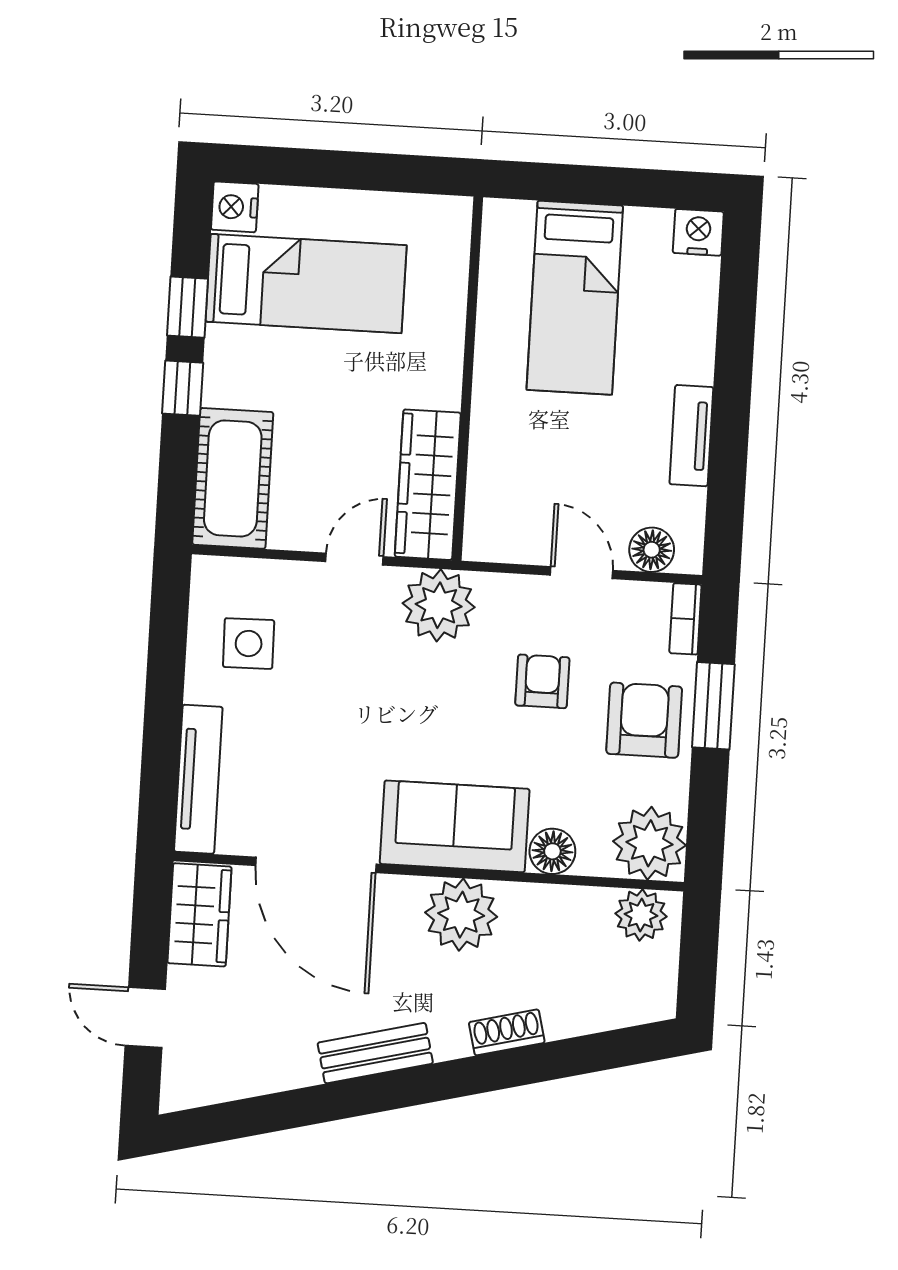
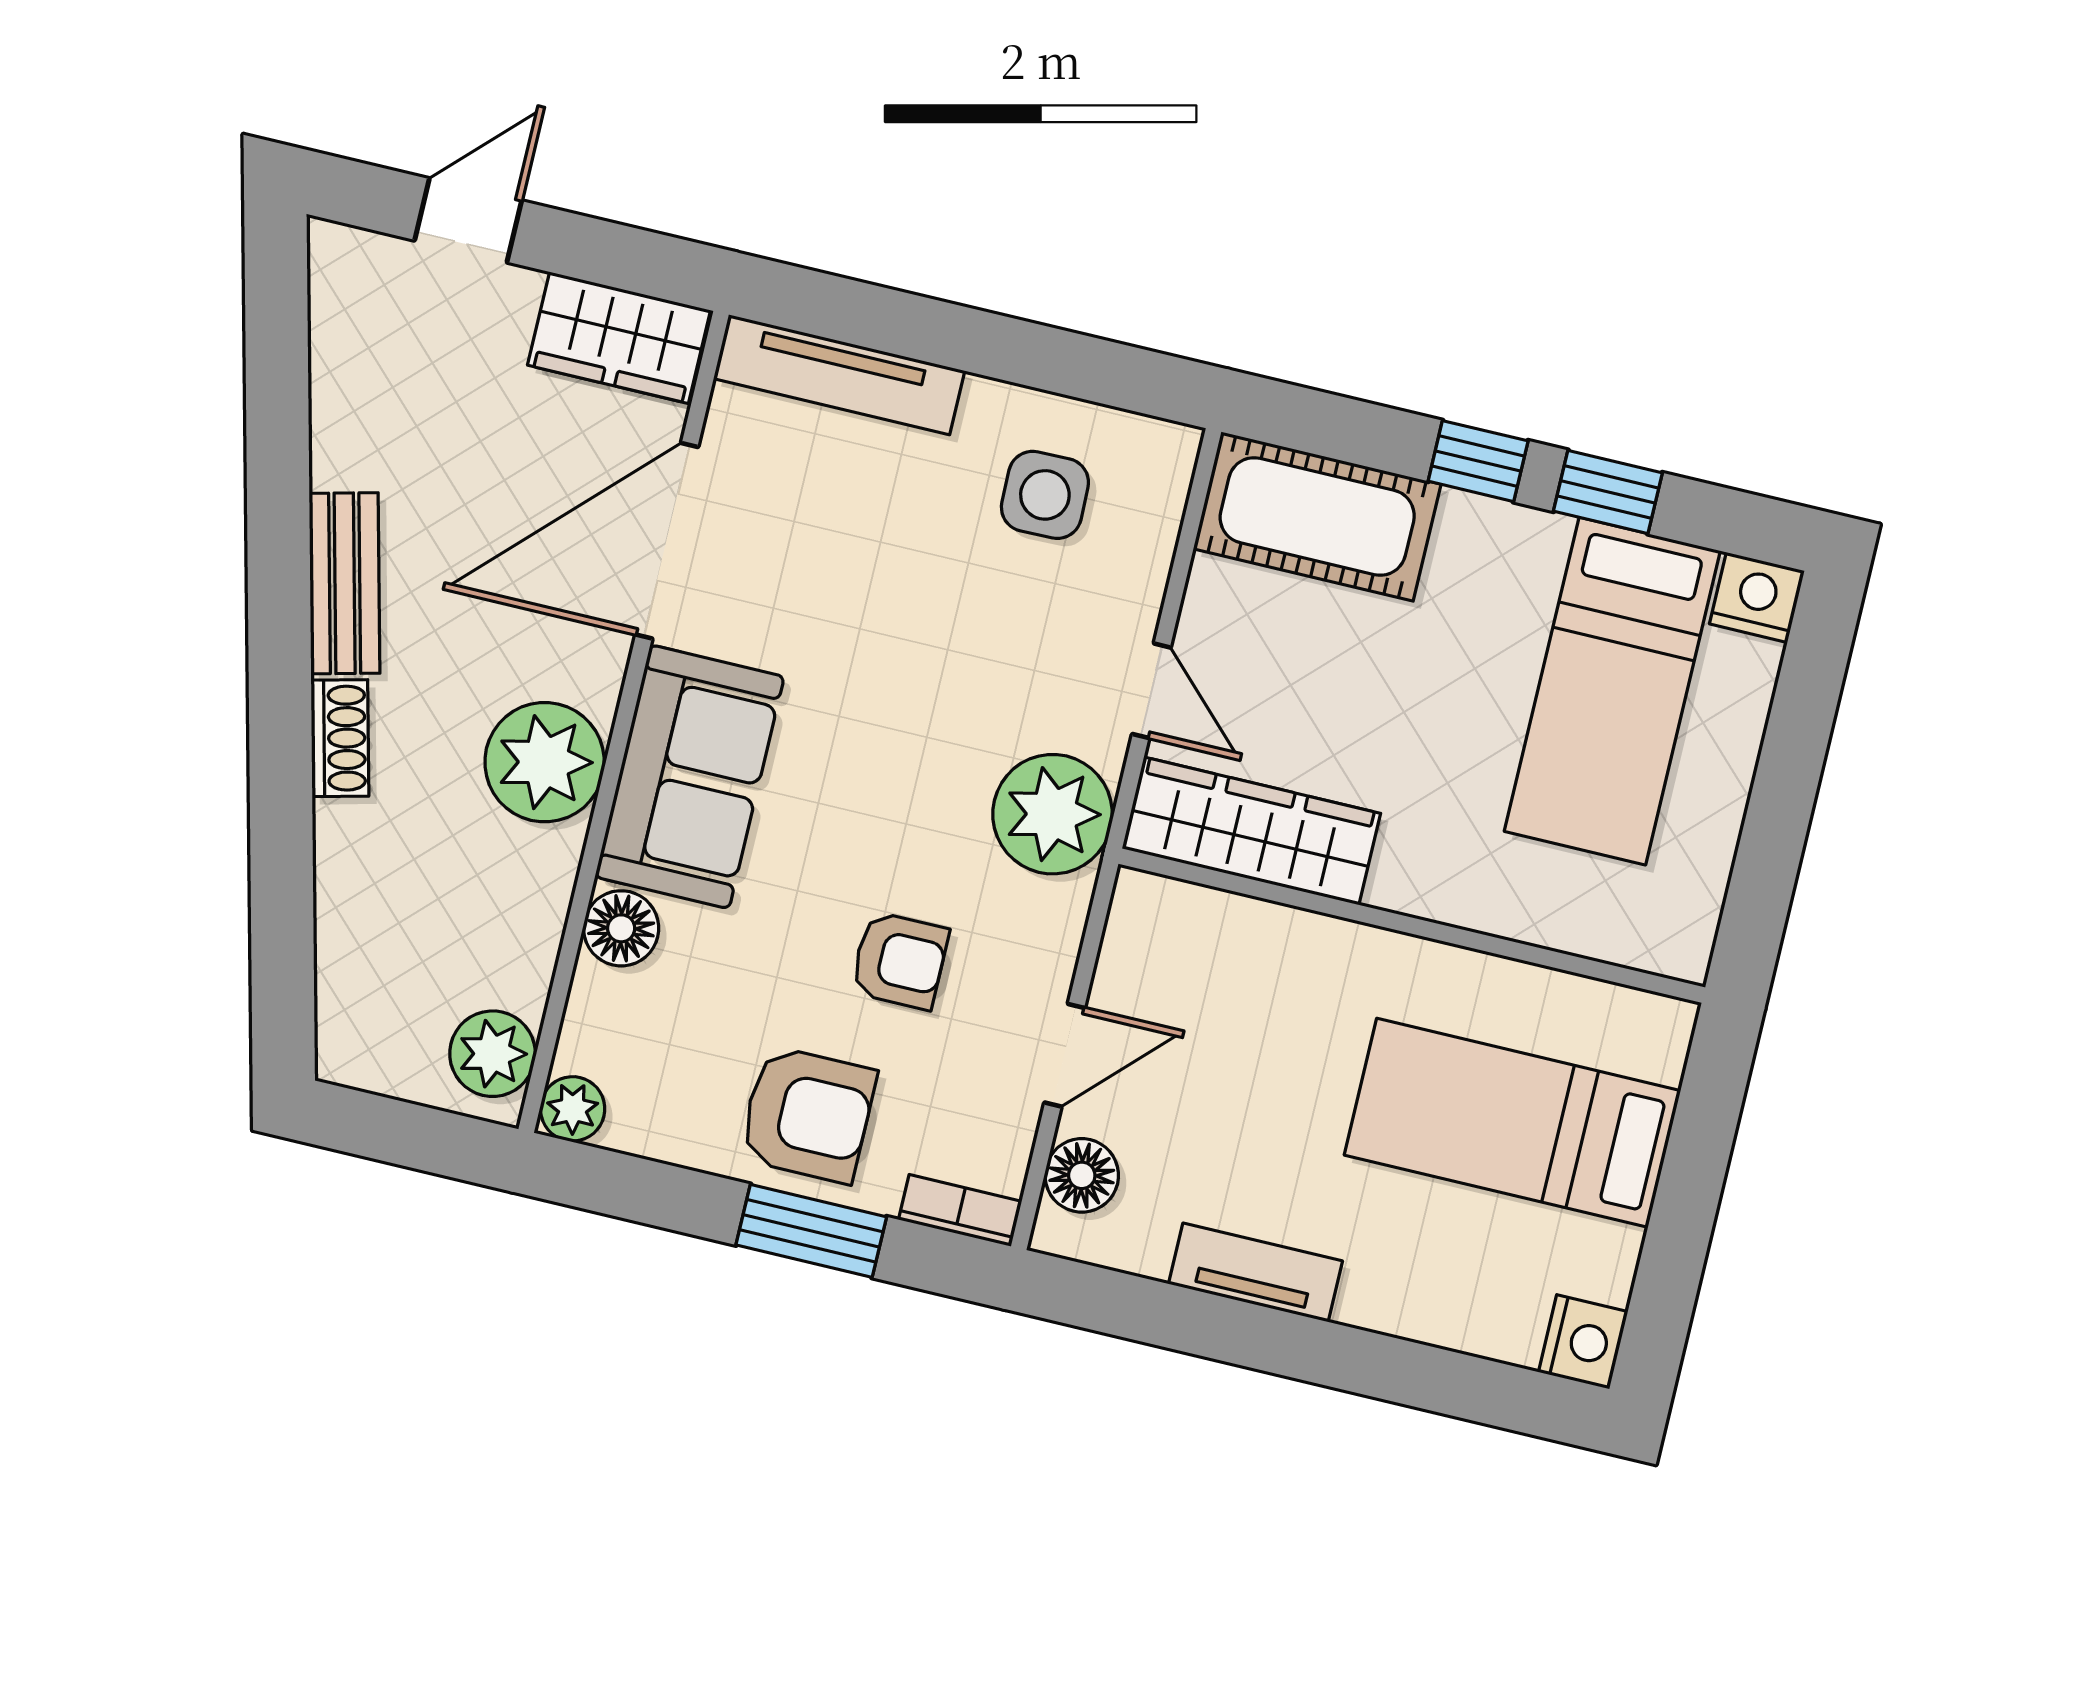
plant: (650, 843) -> (573, 1109), width x0.53, depth x0.53
shoe rack: (507, 1032) -> (340, 738), moved

